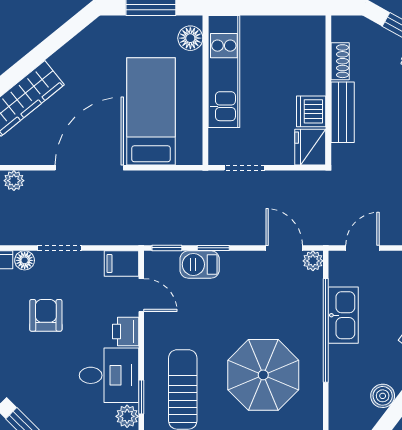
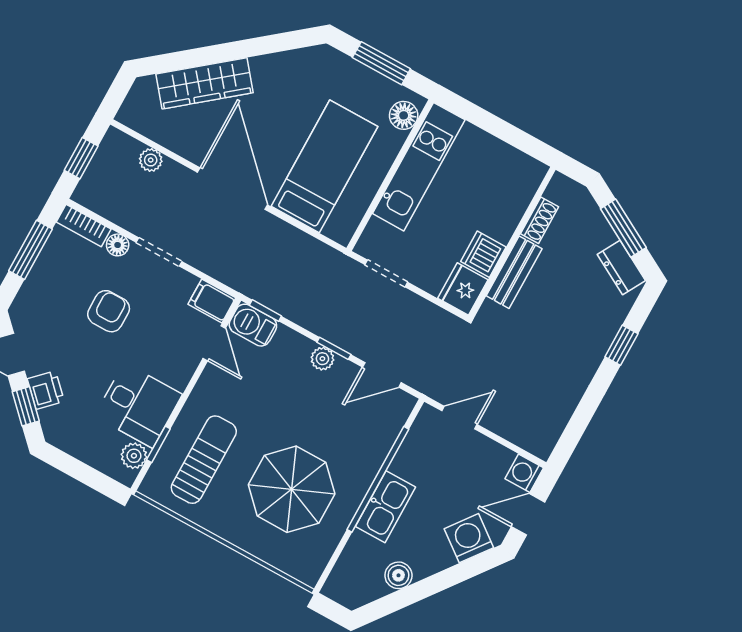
door: (89, 168) -> (232, 189), hinge flipped
window: (213, 248) -> (334, 348), moved
door: (284, 248) -> (382, 375), swing flipped
plant: (313, 261) -> (322, 359), moved
barbecue: (200, 264) -> (253, 325), moved
kitchen sink: (343, 315) -> (385, 507), moved
printer: (126, 331) -> (46, 390), moved, turned 135

